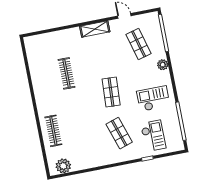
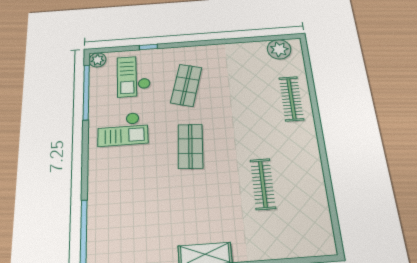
shop shelf: (139, 44) -> (131, 219), removed
plant: (163, 65) -> (97, 60), moved
shop shelf: (119, 133) -> (186, 85), turned 33

